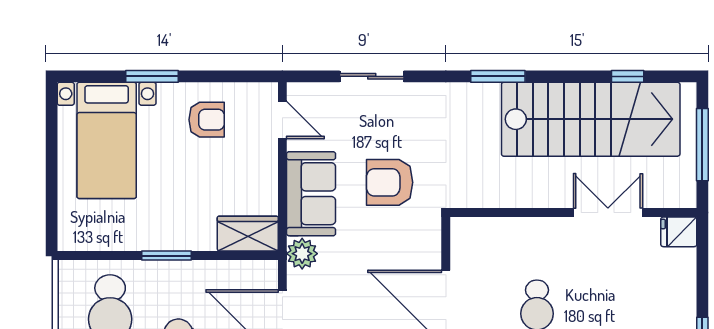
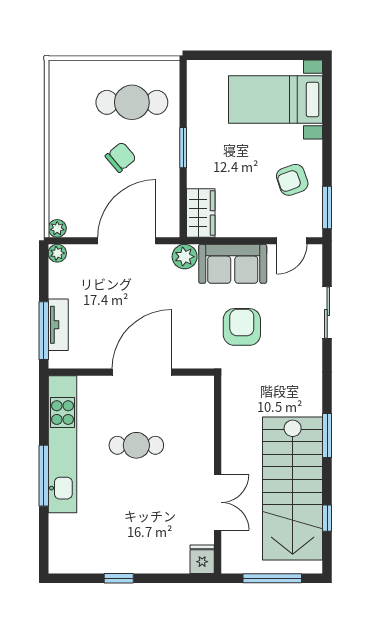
window: (152, 76) -> (327, 208), moved
window: (498, 76) -> (327, 435), moved
armchair: (207, 120) -> (292, 180), turned 71

